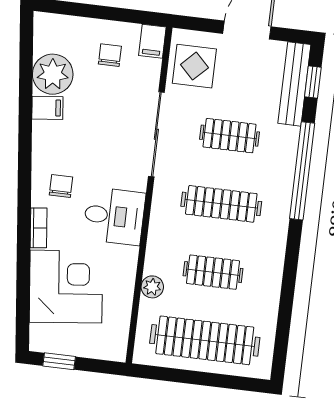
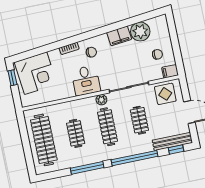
filing cabinet: (47, 108) -> (119, 36), width x2.00
window: (290, 272) -> (87, 168), added
corner desk: (66, 287) -> (36, 73), moved
plant: (152, 287) -> (101, 100), moved

